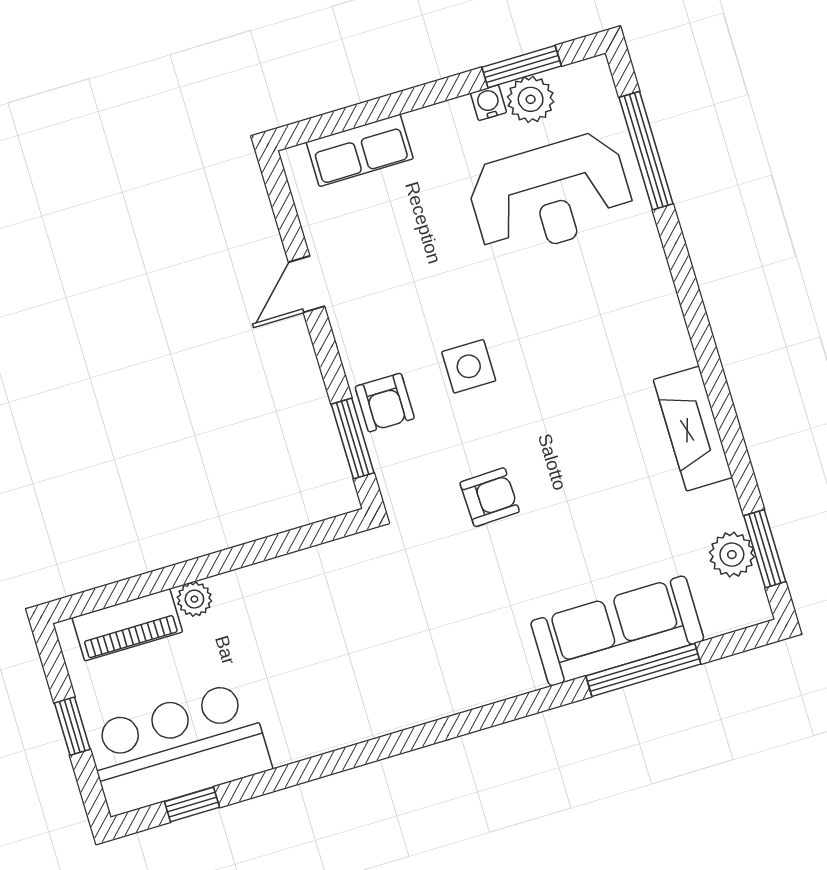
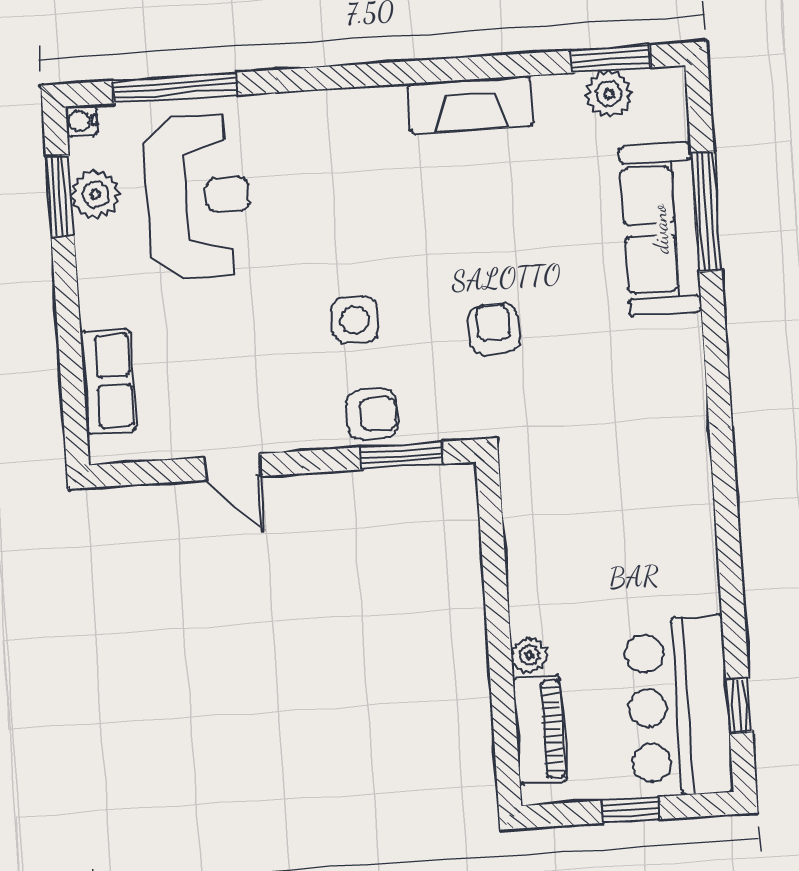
water cooler: (489, 103) -> (81, 121), moved

